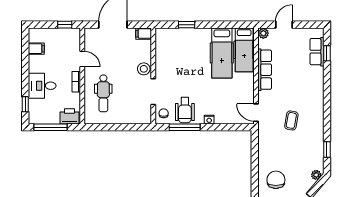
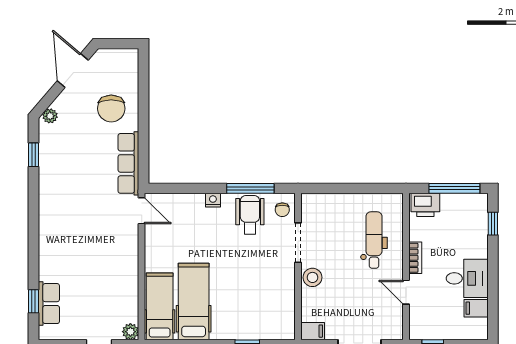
row of seats: (265, 70) -> (128, 163), moved
desk: (42, 86) -> (467, 278), moved
coffee table: (291, 120) -> (88, 199), removed

